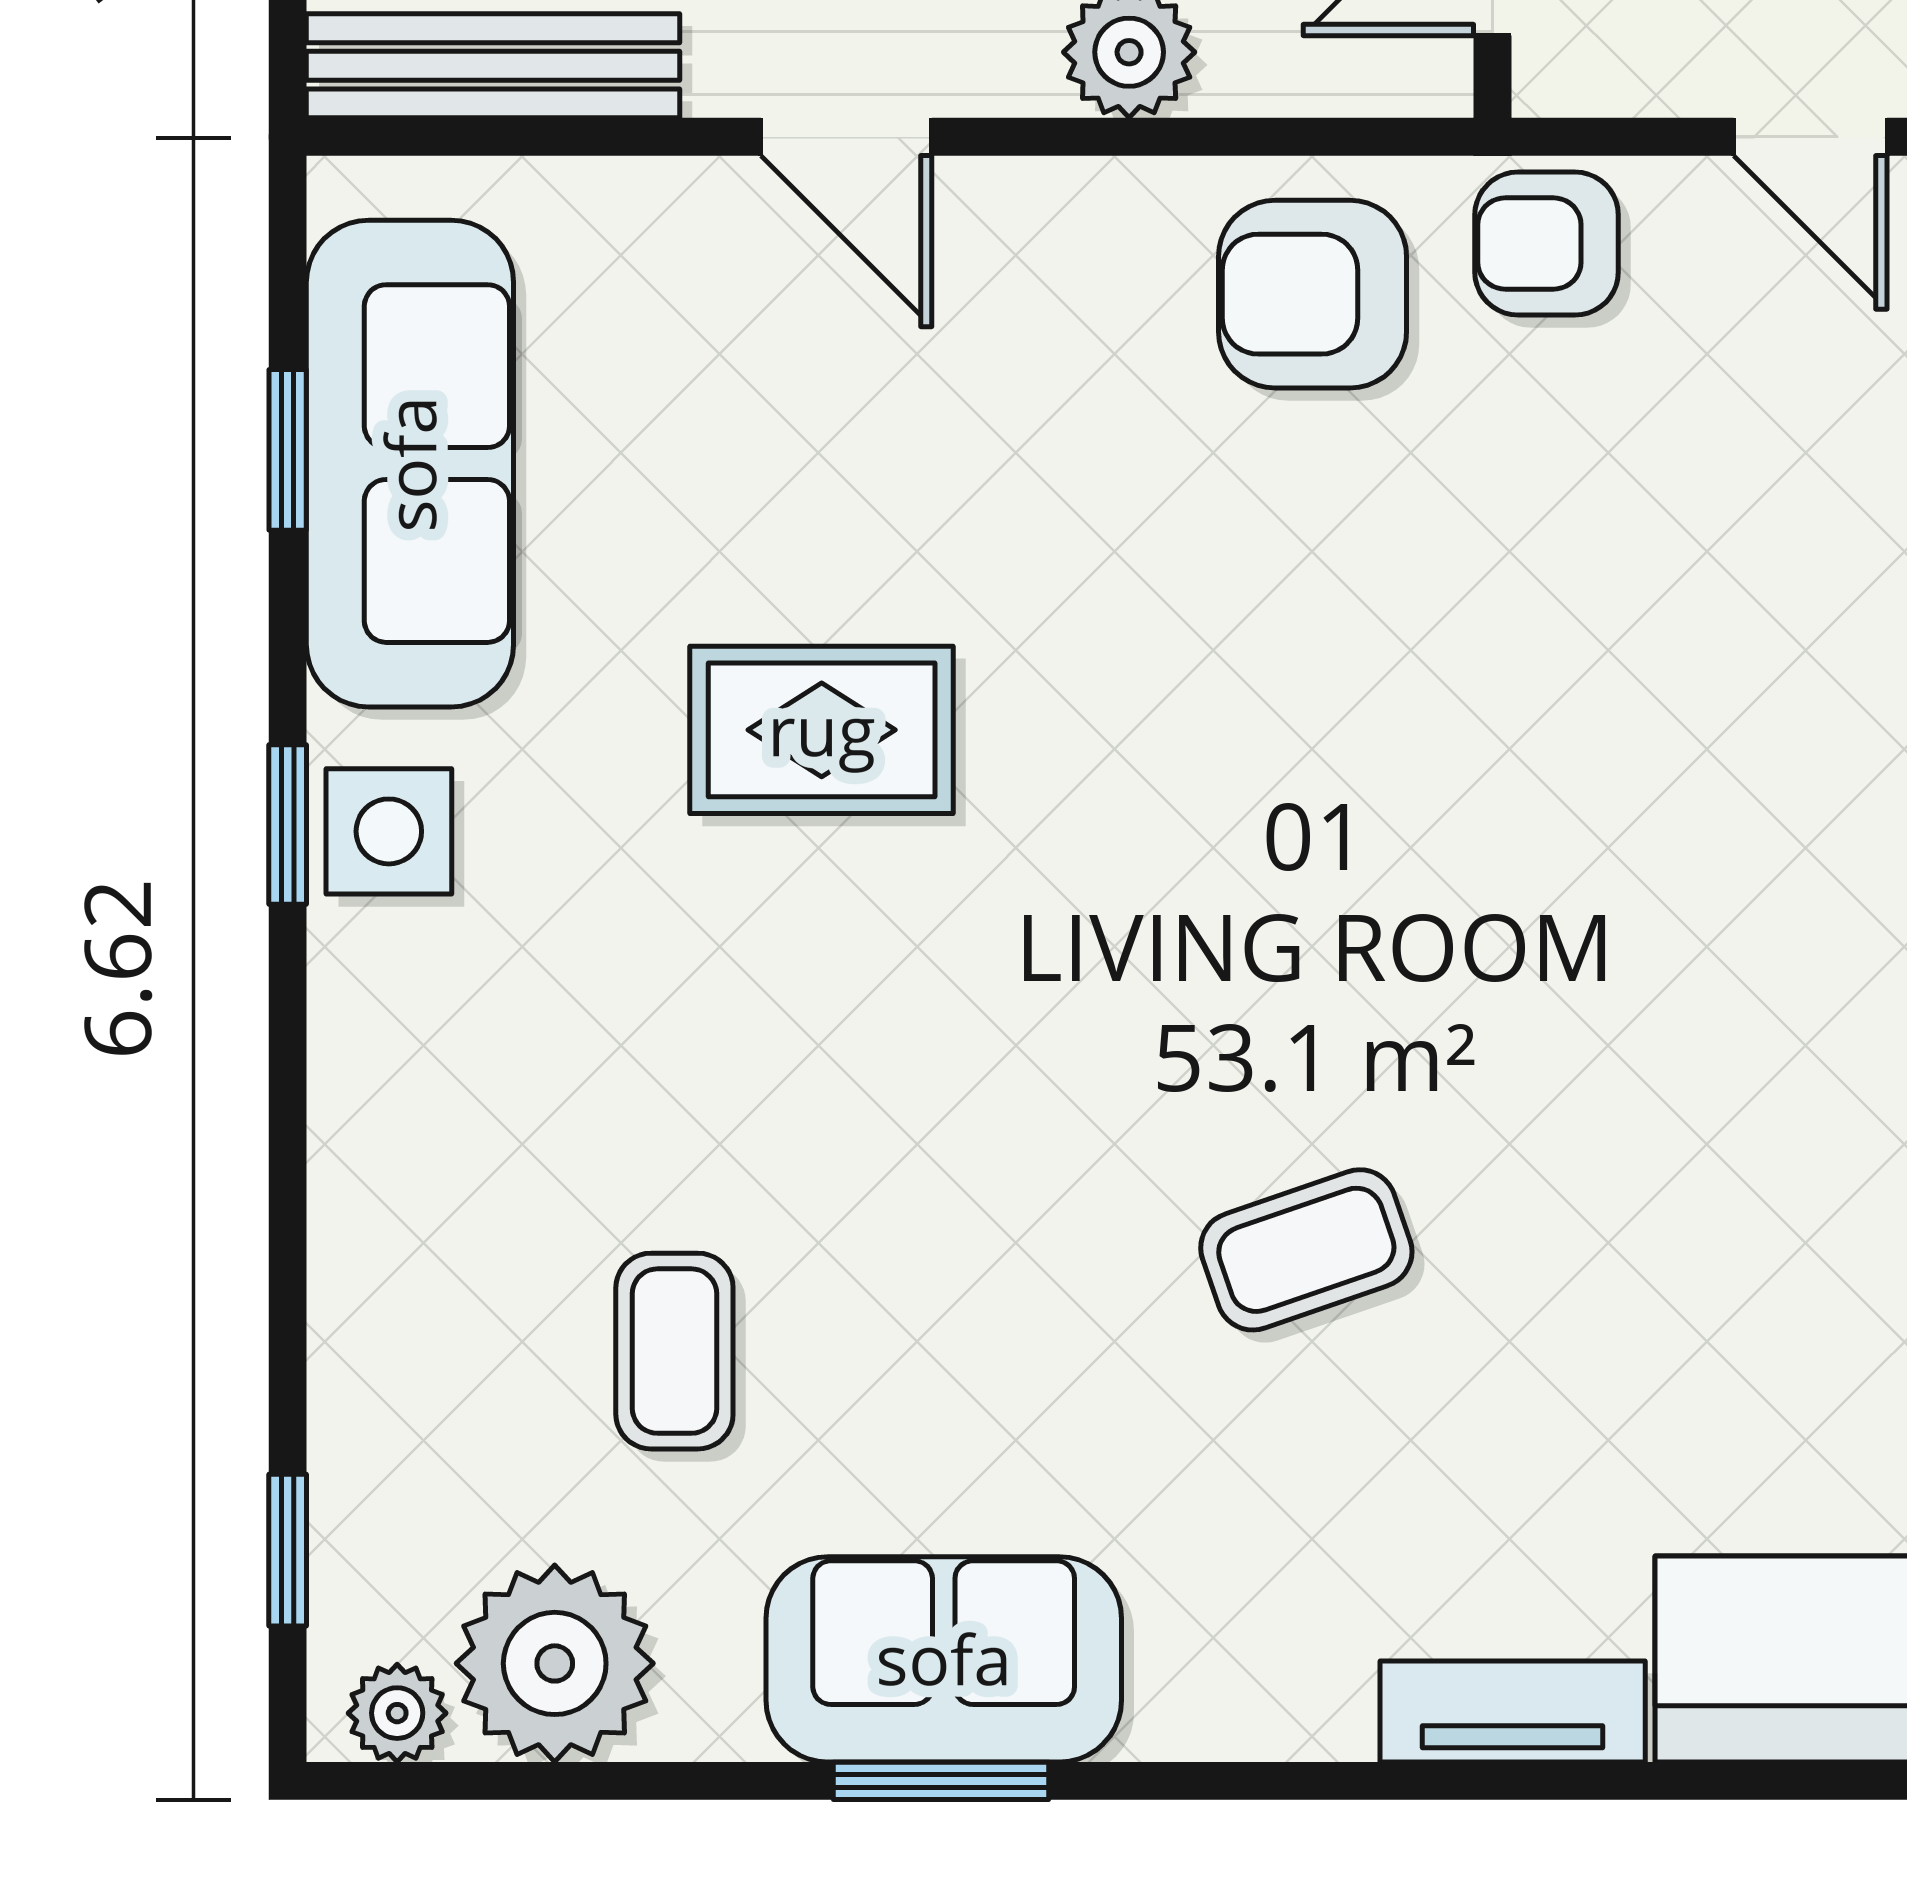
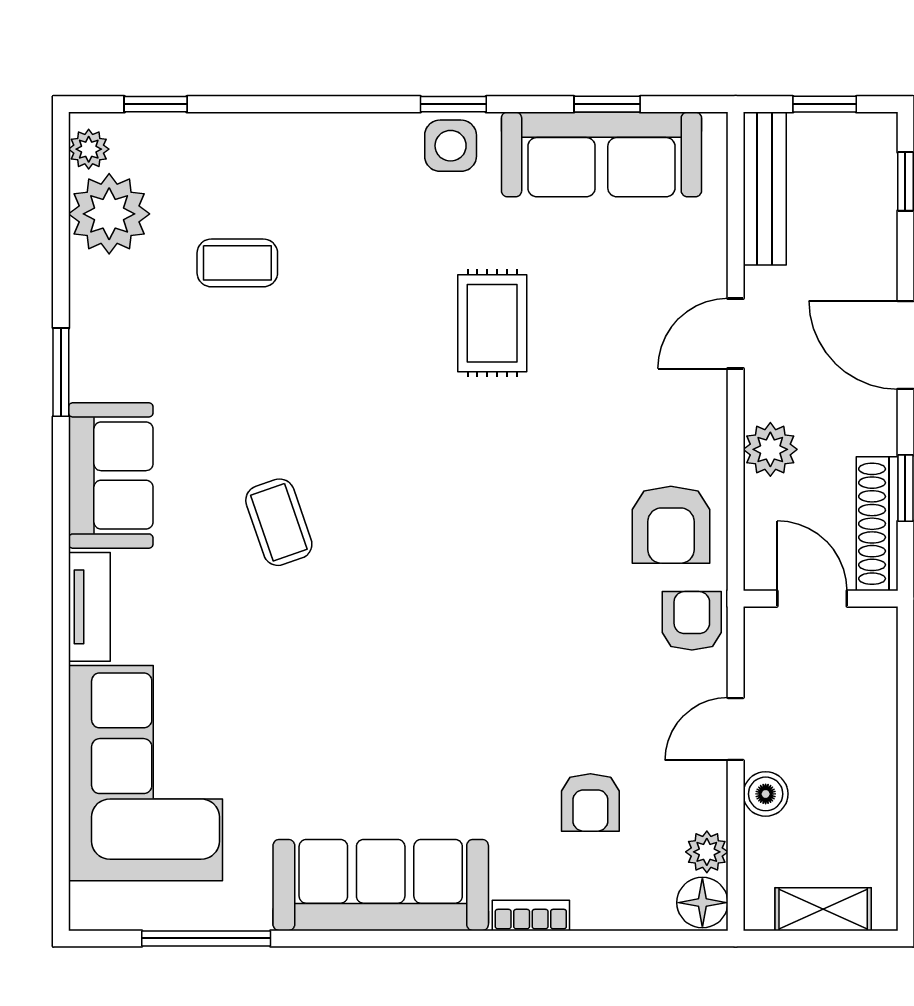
armchair: (1313, 294) -> (671, 525), turned 180
sofa: (944, 1659) -> (111, 475), moved

